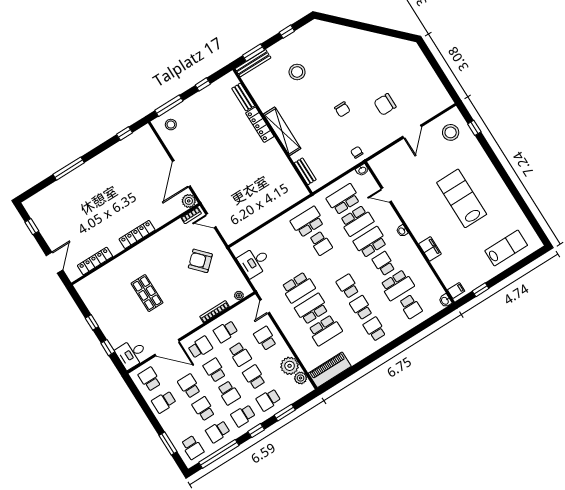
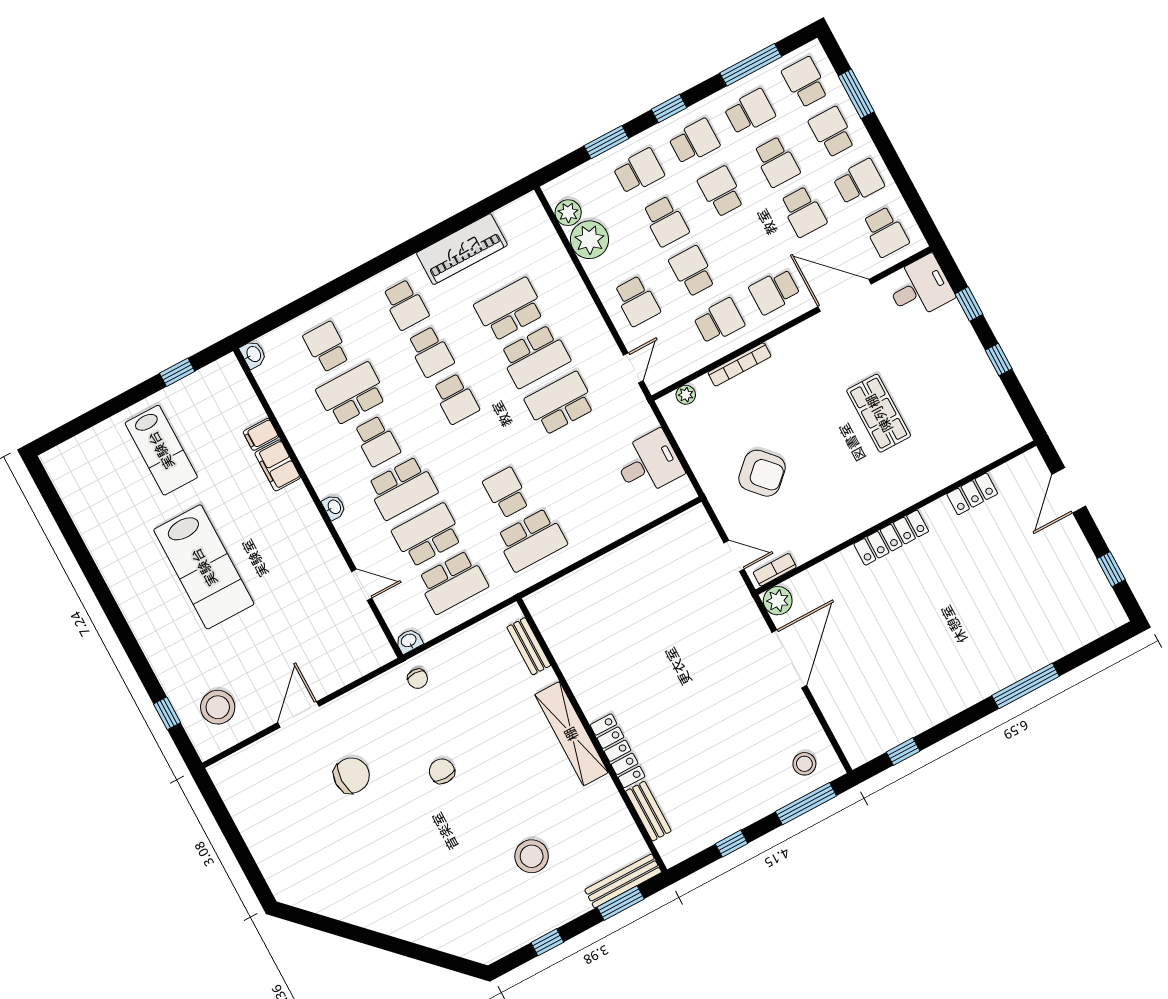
lab bench: (506, 248) -> (161, 450), moved, turned -90
locker: (95, 261) -> (972, 494), width x0.66
filing cabinet: (456, 290) -> (261, 434), moved
school desk: (215, 370) -> (832, 132), moved, turned 180
piano: (330, 370) -> (462, 249), moved
window: (219, 454) -> (751, 65), width x0.68

